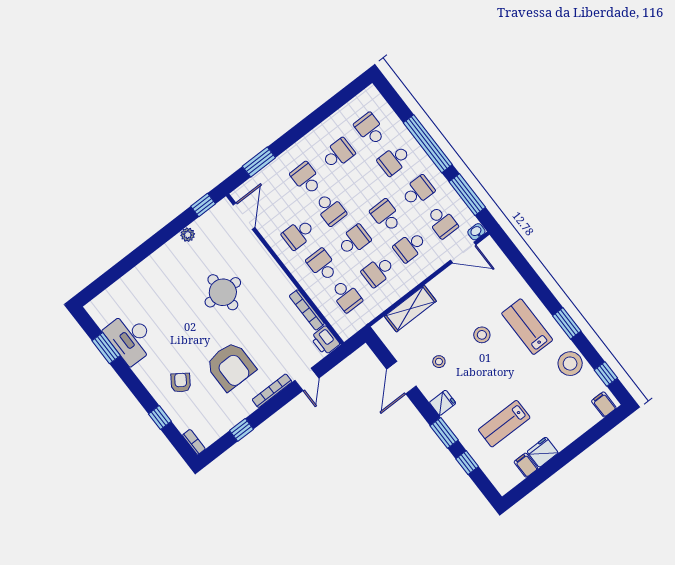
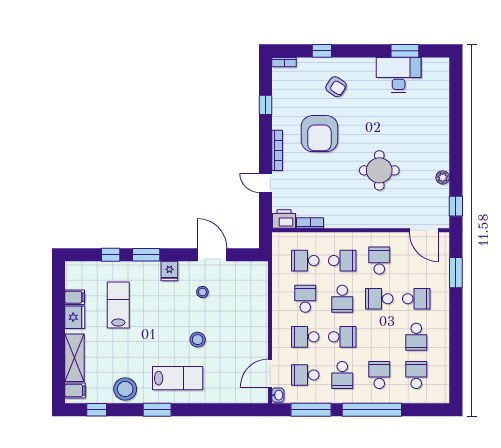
school desk: (370, 129) -> (416, 375), turned -90
school desk: (410, 247) -> (305, 337), turned -90
shelving: (410, 309) -> (74, 358), moved
bookcase: (307, 310) -> (310, 223), width x0.64
armchair: (231, 366) -> (319, 134), turned -90

